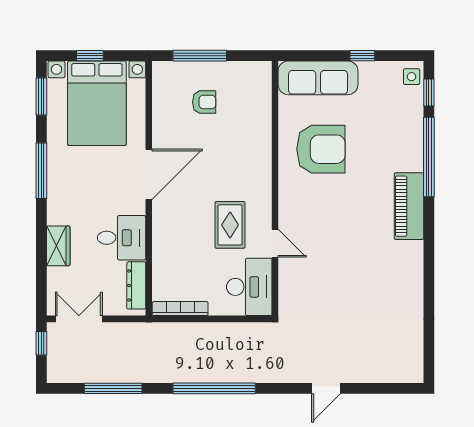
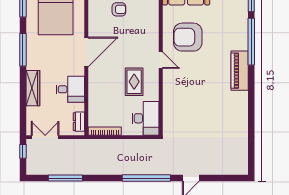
armchair: (321, 149) -> (188, 37), turned 180
door: (275, 243) -> (161, 60), moved
wardrobe: (58, 246) -> (33, 88), width x1.50
dresser: (136, 285) -> (79, 122), width x0.70
window: (214, 388) -> (146, 178), moved

